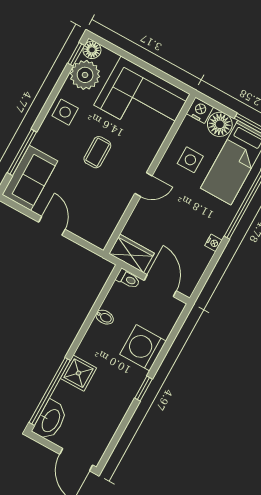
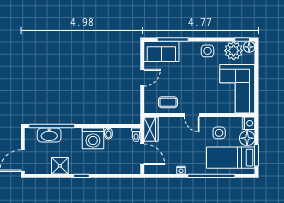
coffee table: (97, 152) -> (168, 102), moved
door: (160, 286) -> (142, 154), hinge flipped
washing machine: (143, 348) -> (93, 138), moved, turned 180
shower: (78, 373) -> (60, 166), moved
washbasin: (50, 420) -> (49, 135), moved

